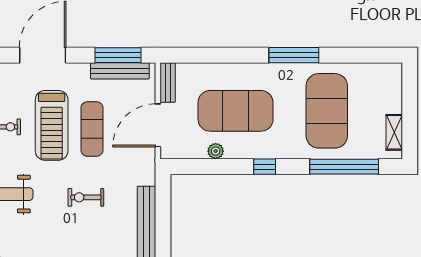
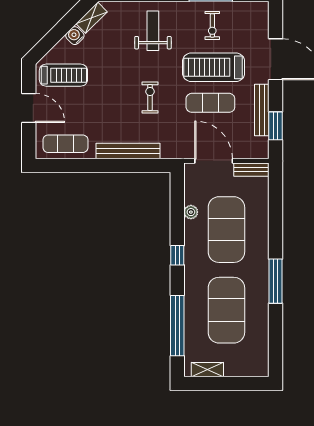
window: (118, 55) -> (276, 126), width x0.69
bench: (120, 71) -> (262, 110), moved
exercise mat: (327, 111) -> (226, 310), turned 90

